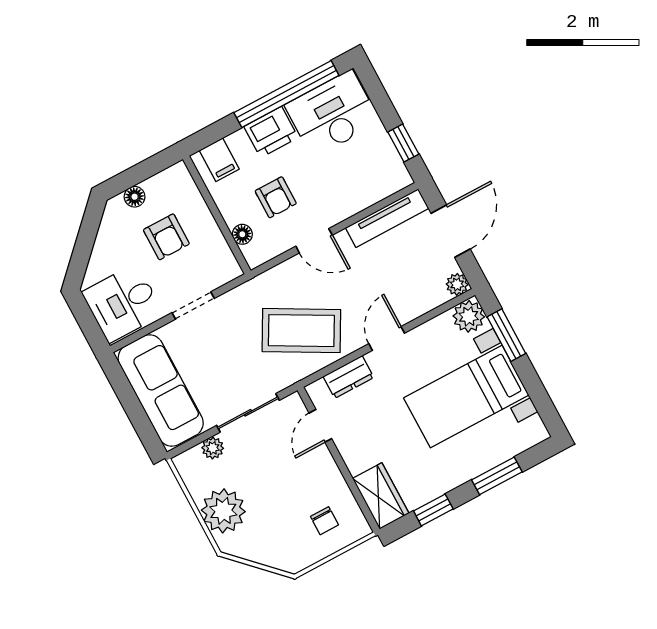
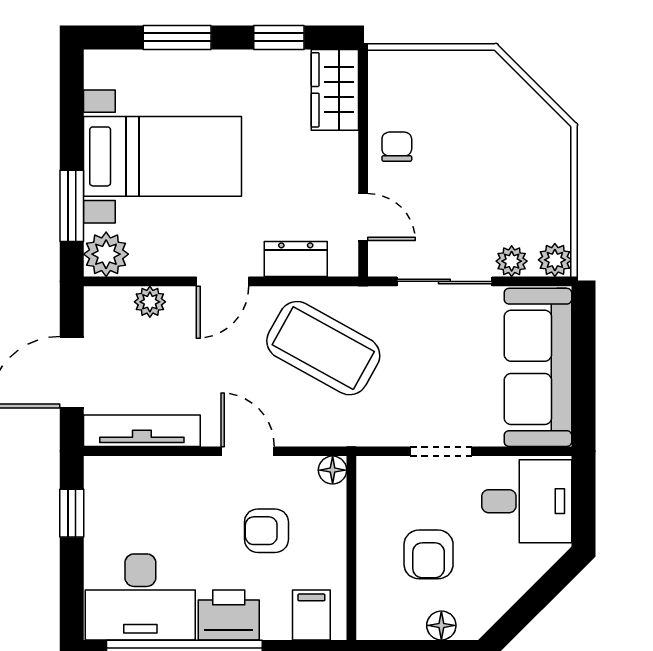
armchair: (276, 197) -> (266, 531), turned -90
floor lamp: (242, 234) -> (333, 470), moved
armchair: (166, 237) -> (429, 554), turned 180
plant: (457, 284) -> (150, 302), moved
door: (320, 426) -> (363, 217), hinge flipped
plant: (223, 511) -> (555, 260), moved, width x0.53, depth x0.53
chair: (324, 521) -> (397, 147), moved

